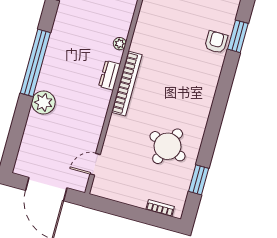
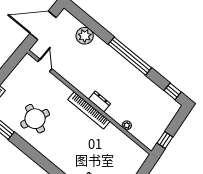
plant: (120, 44) -> (127, 125), moved
plant: (43, 102) -> (85, 36), moved

